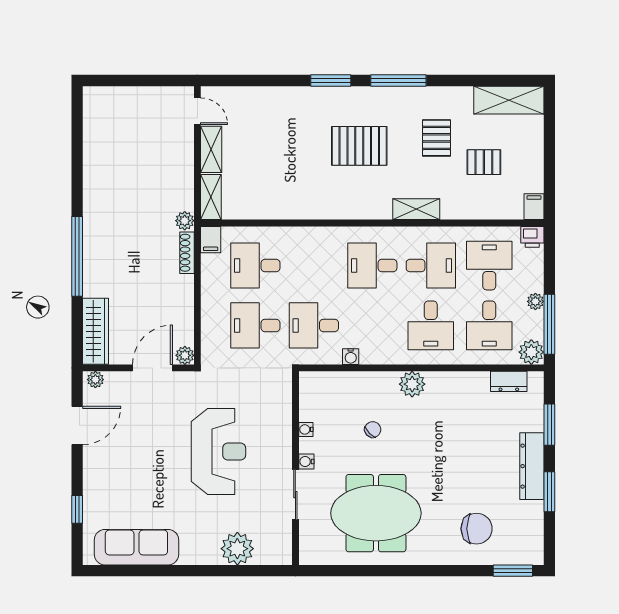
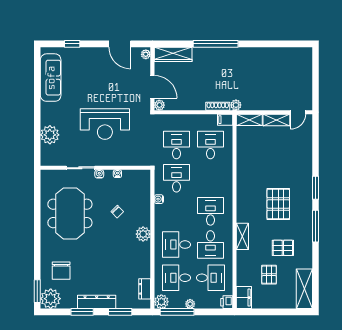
filing cabinet: (534, 207) -> (244, 298), width x2.00
plant: (526, 547) -> (51, 299), added

